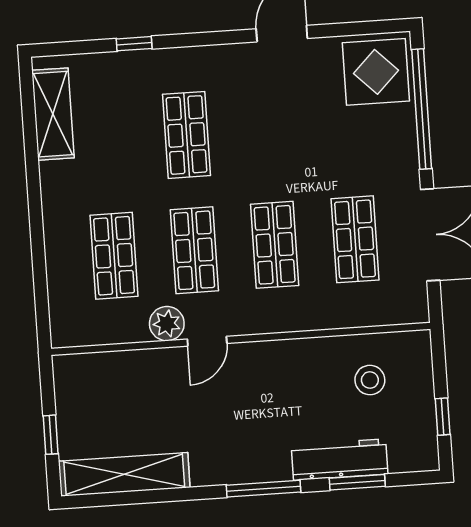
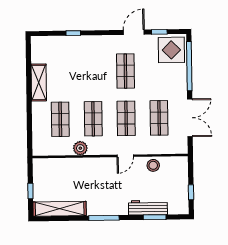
window: (344, 29) -> (159, 32), added
shelving: (53, 114) -> (39, 82), moved
shop shelf: (186, 135) -> (125, 71), moved
door: (207, 341) -> (125, 156), moved
stool: (370, 380) -> (153, 165), moved
window: (264, 489) -> (104, 218), moved

